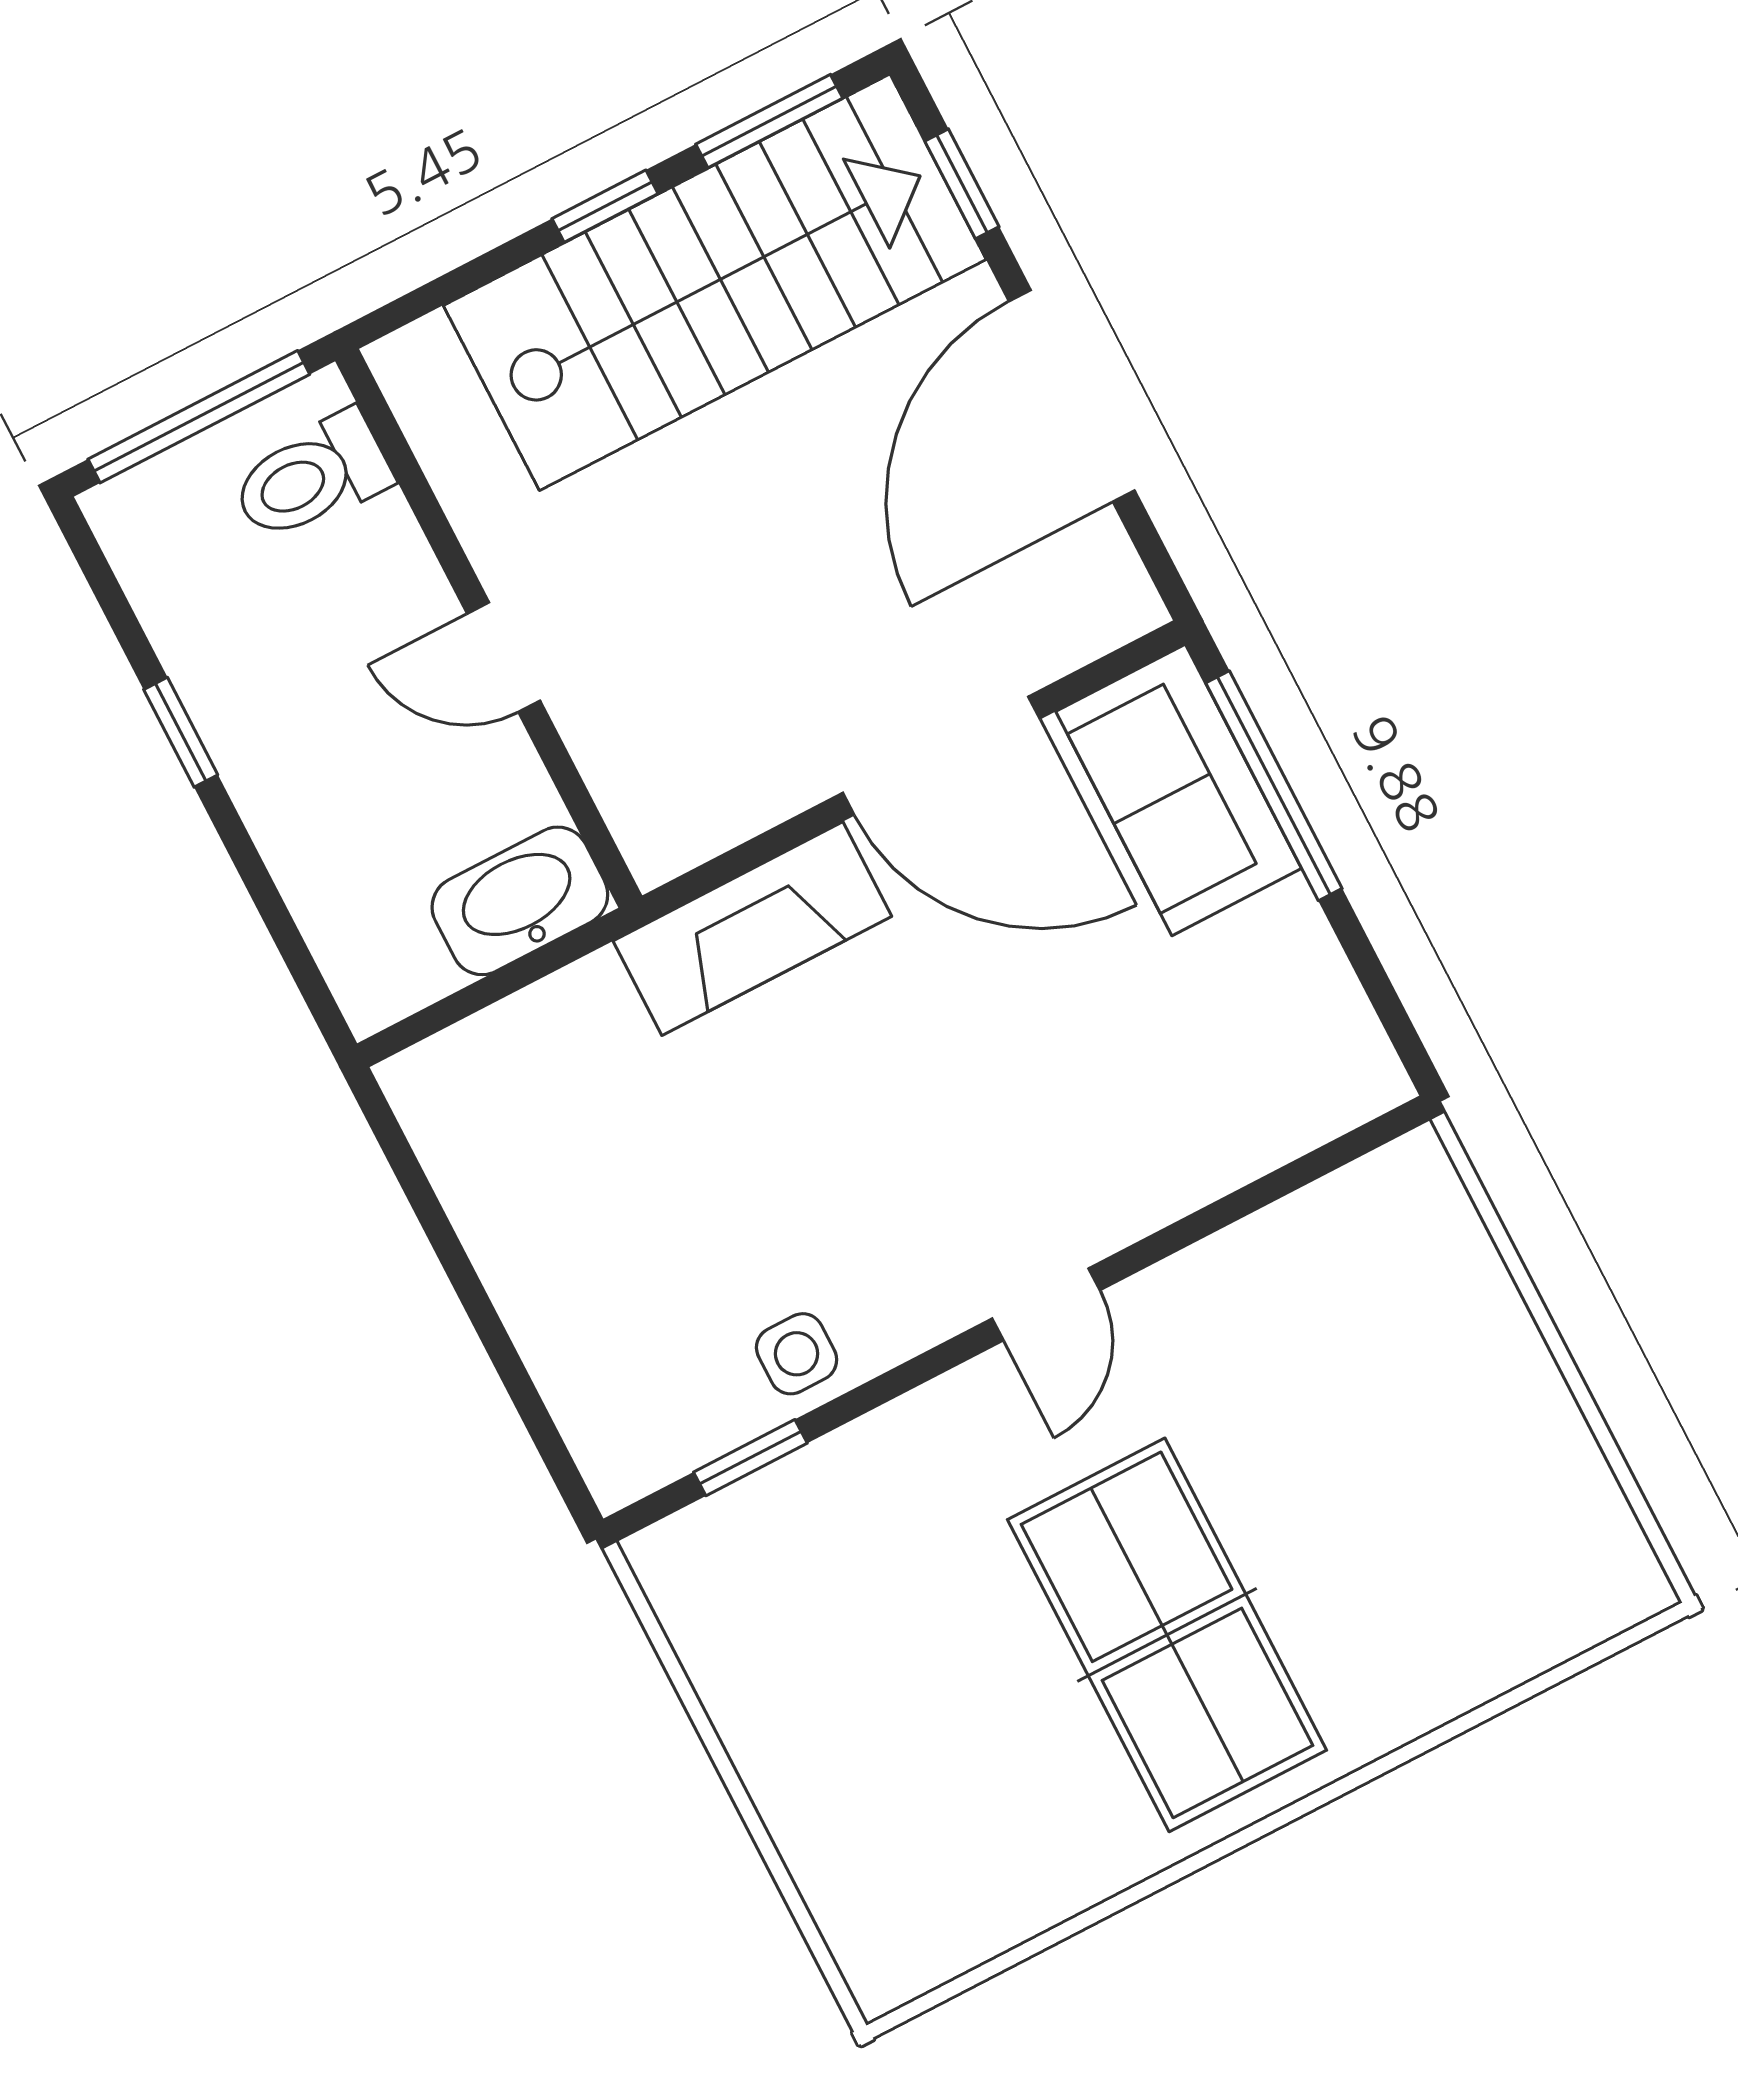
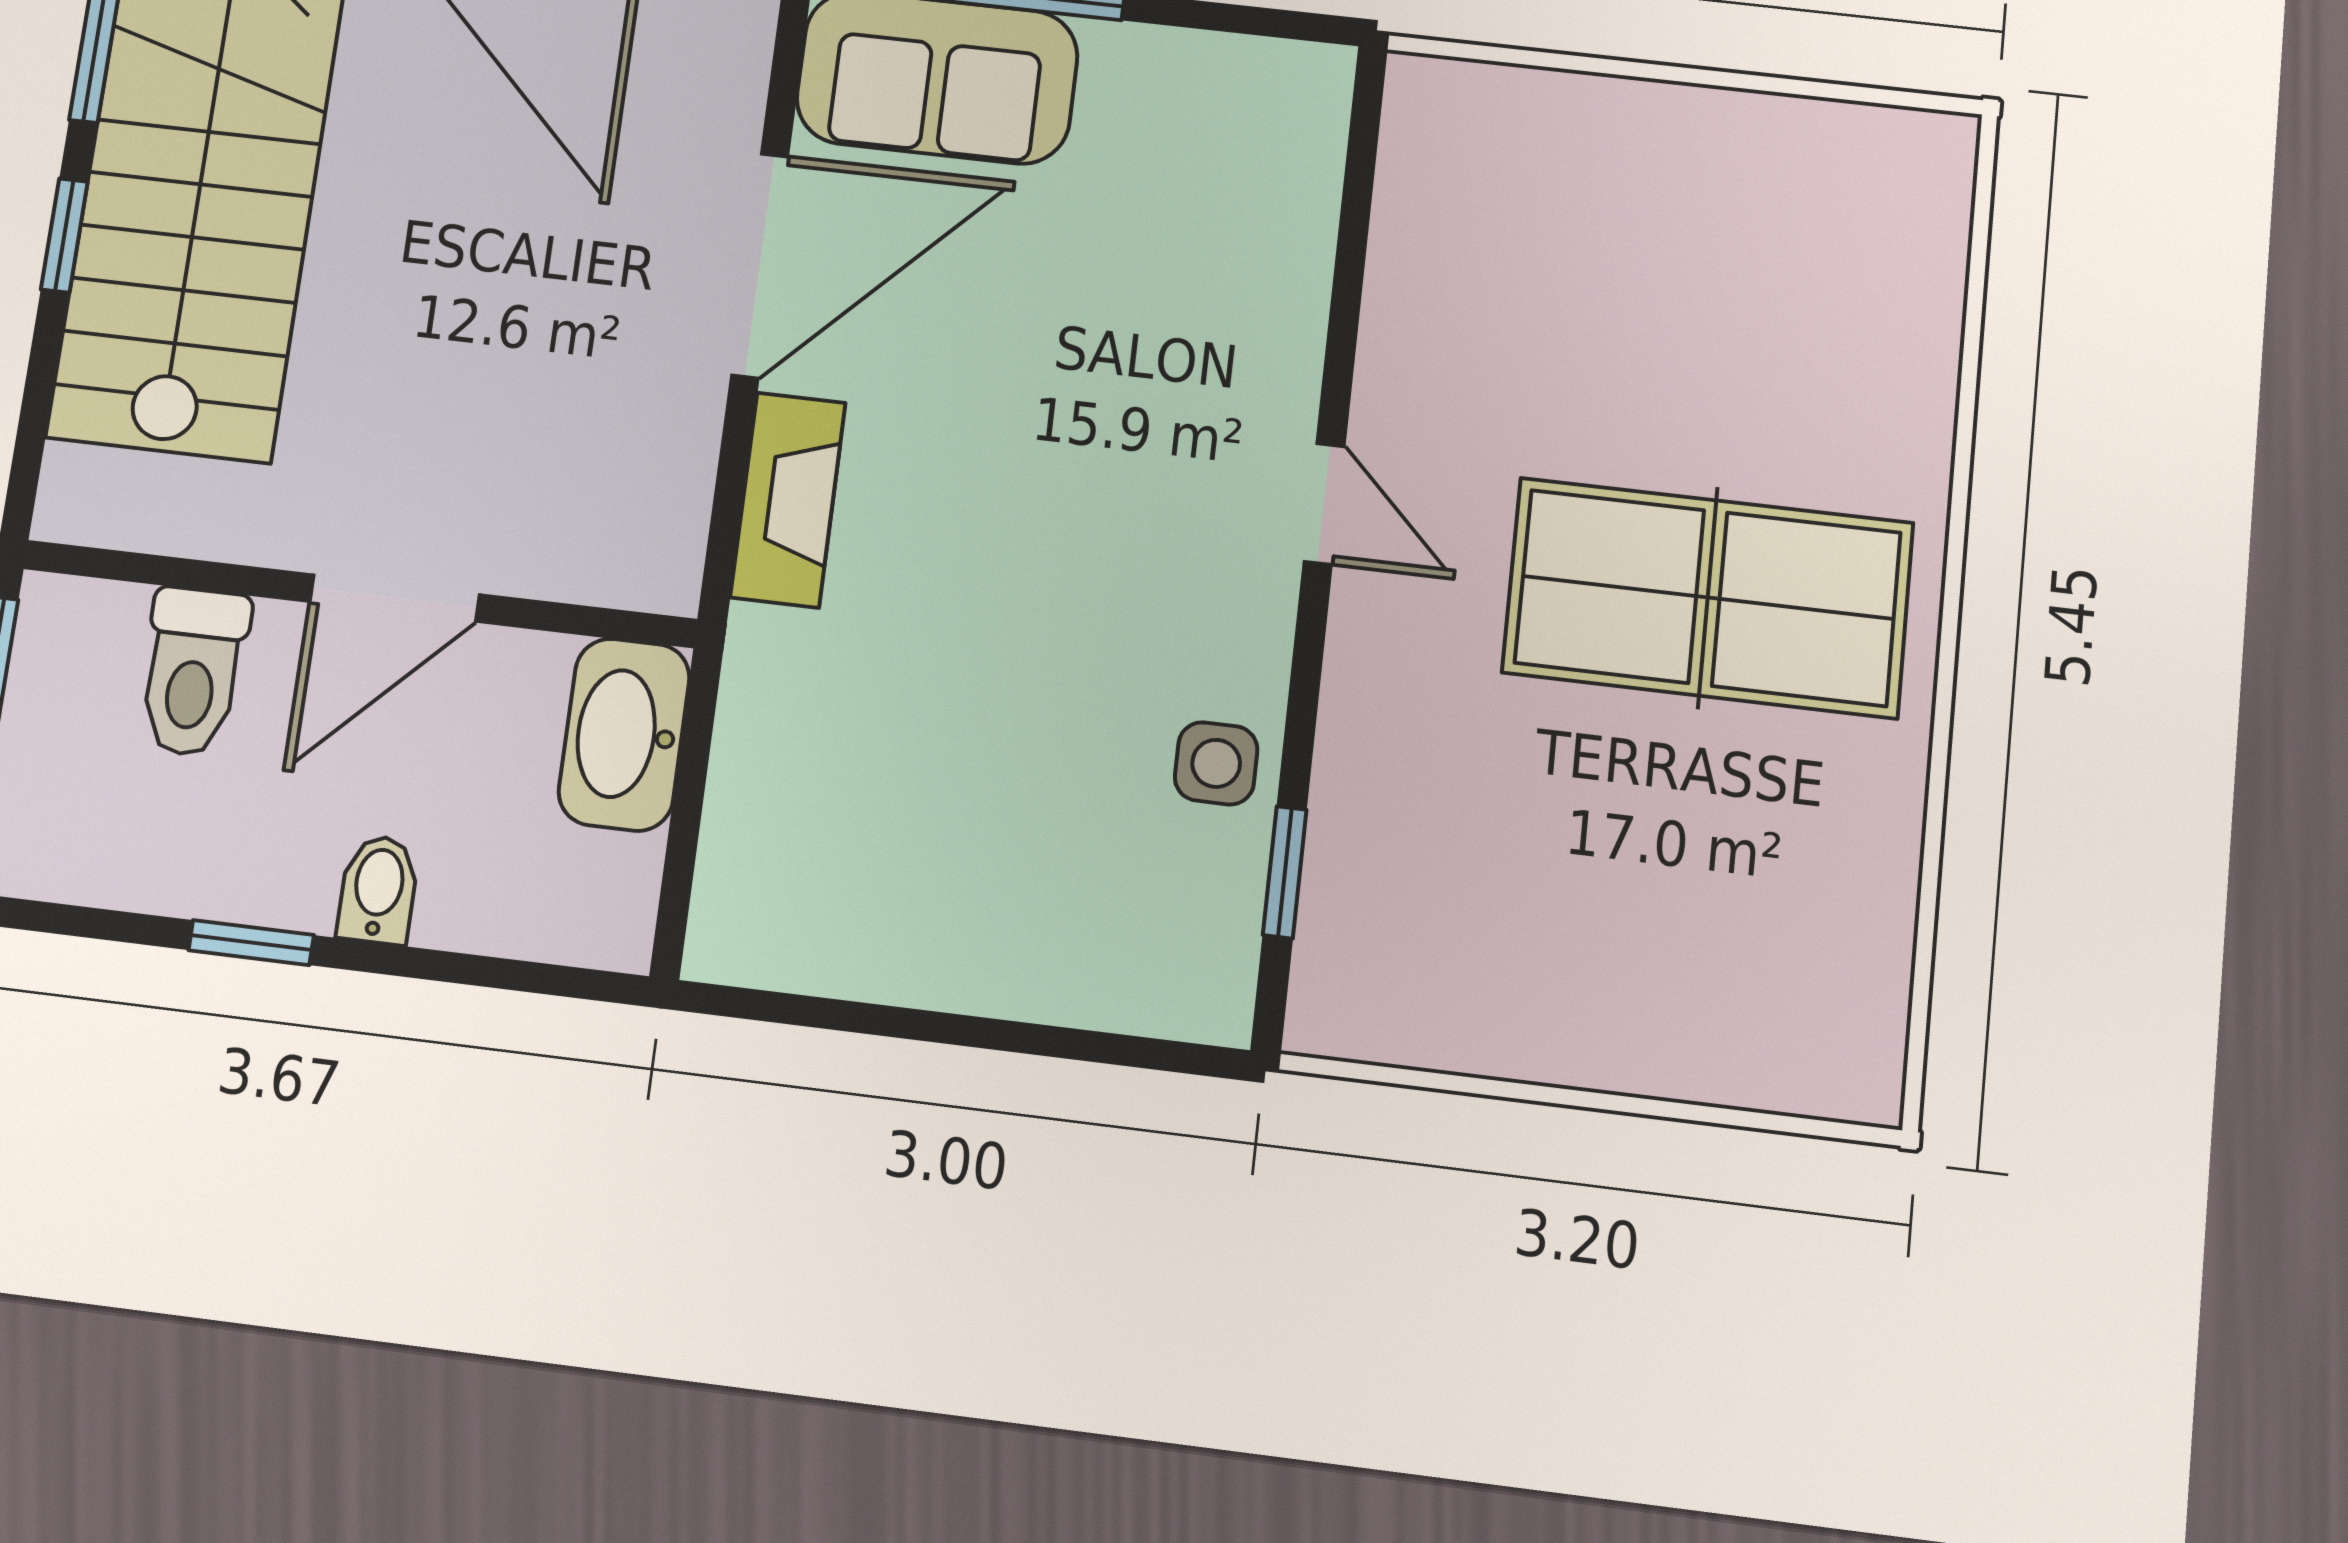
toilet: (311, 477) -> (193, 672), moved
door: (504, 657) -> (395, 598), width x1.38
bidet: (283, 799) -> (378, 890), added
fireplace: (752, 929) -> (788, 500), width x0.73, depth x0.76

